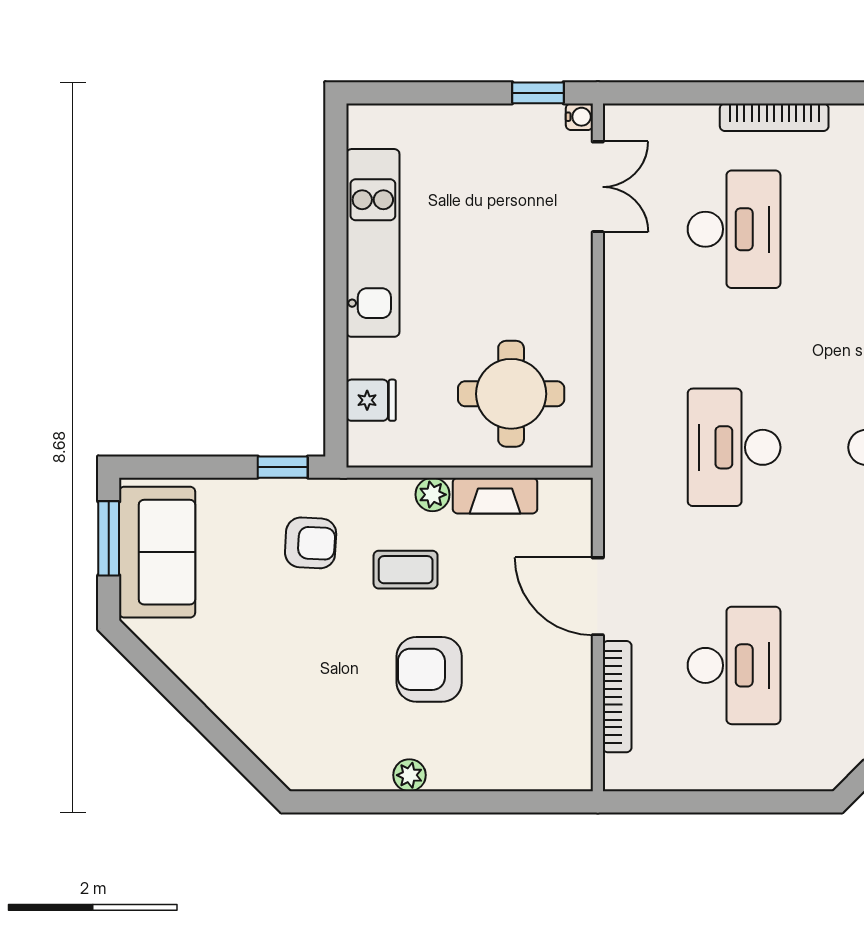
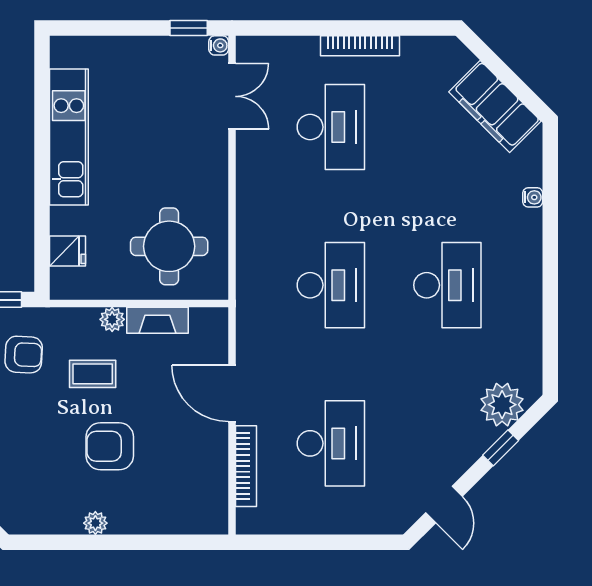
desk: (734, 447) -> (331, 285), turned 180

